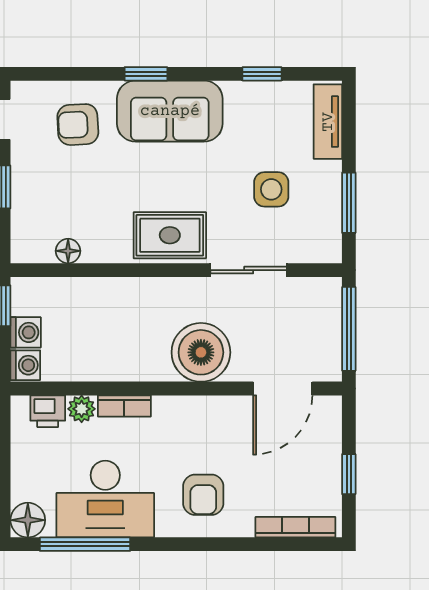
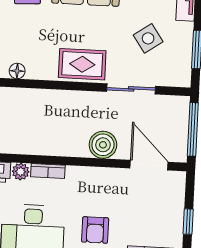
side table: (271, 189) -> (148, 38), turned -35
boiler: (201, 352) -> (103, 145), width x0.73, depth x0.73
door: (283, 389) -> (149, 165), swing flipped

